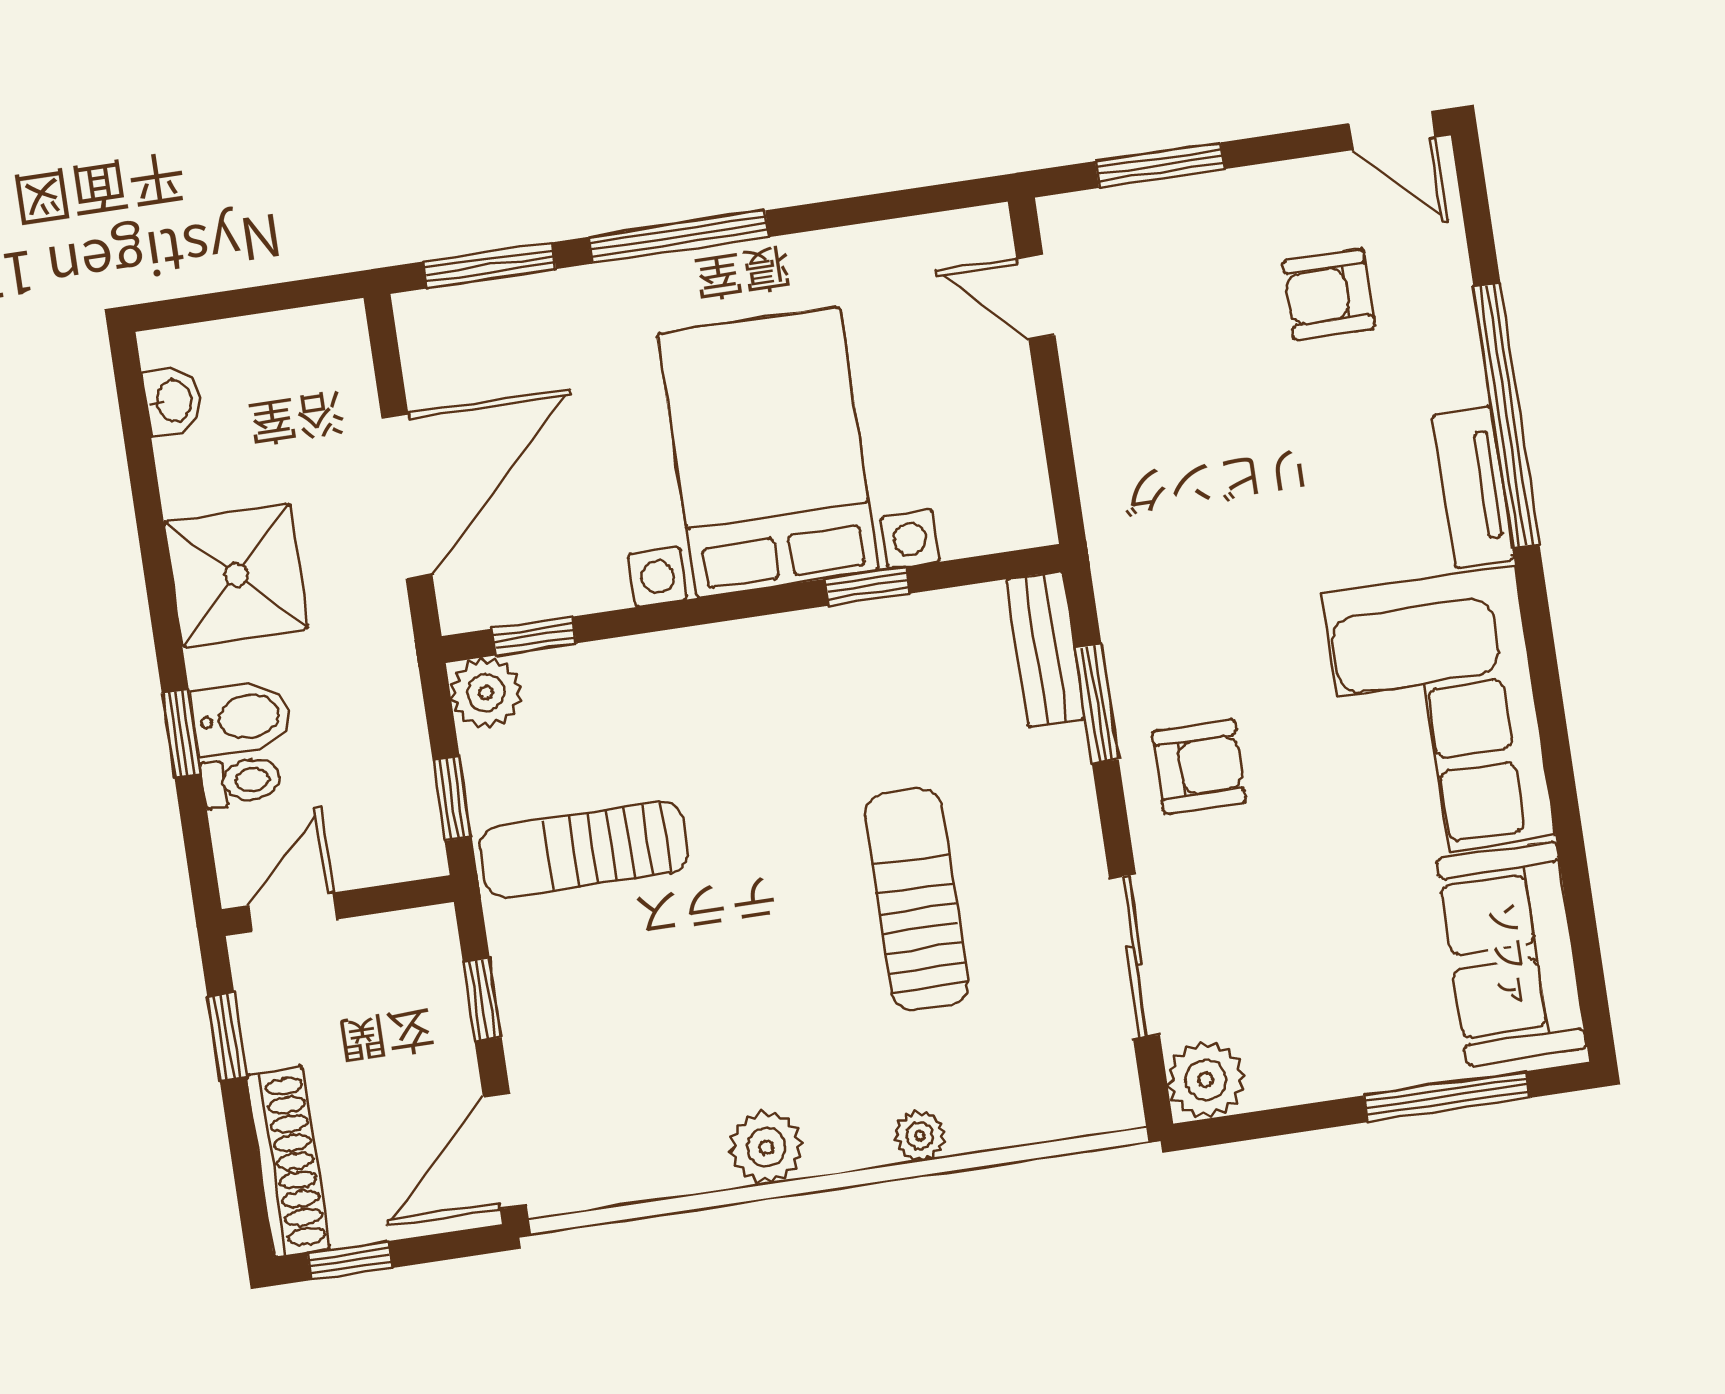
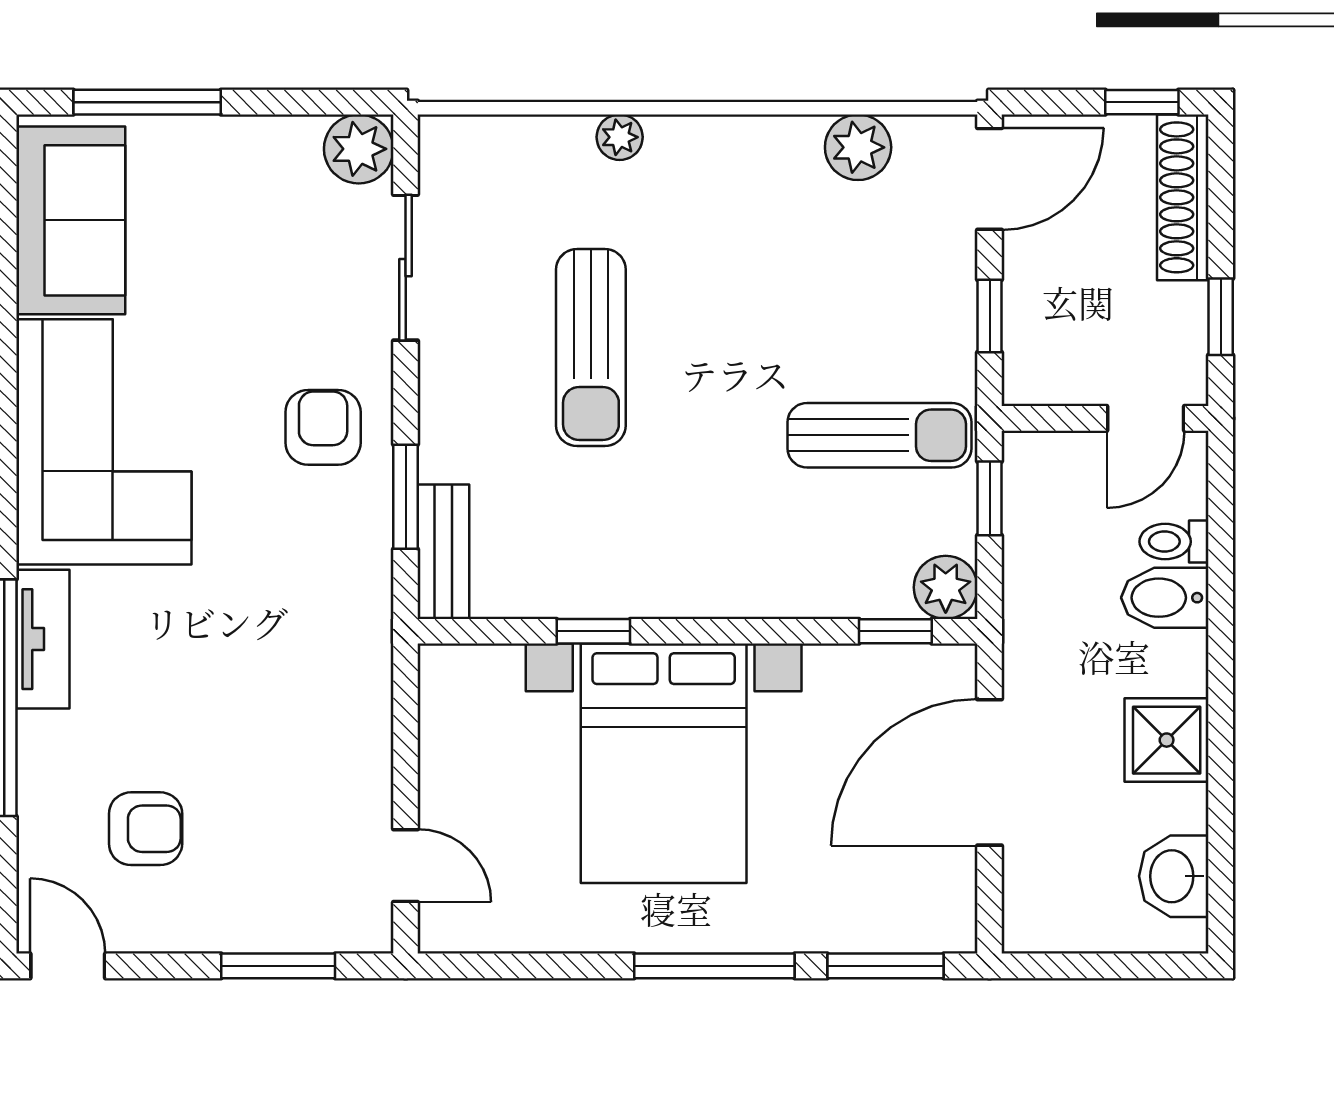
washbasin: (173, 401) -> (1174, 876), width x1.38, depth x1.45
shower: (236, 575) -> (1167, 740), width x0.73, depth x0.73
window: (182, 734) -> (1221, 592), removed
armchair: (1199, 767) -> (323, 427), turned 90
plant: (766, 1147) -> (858, 147), moved

